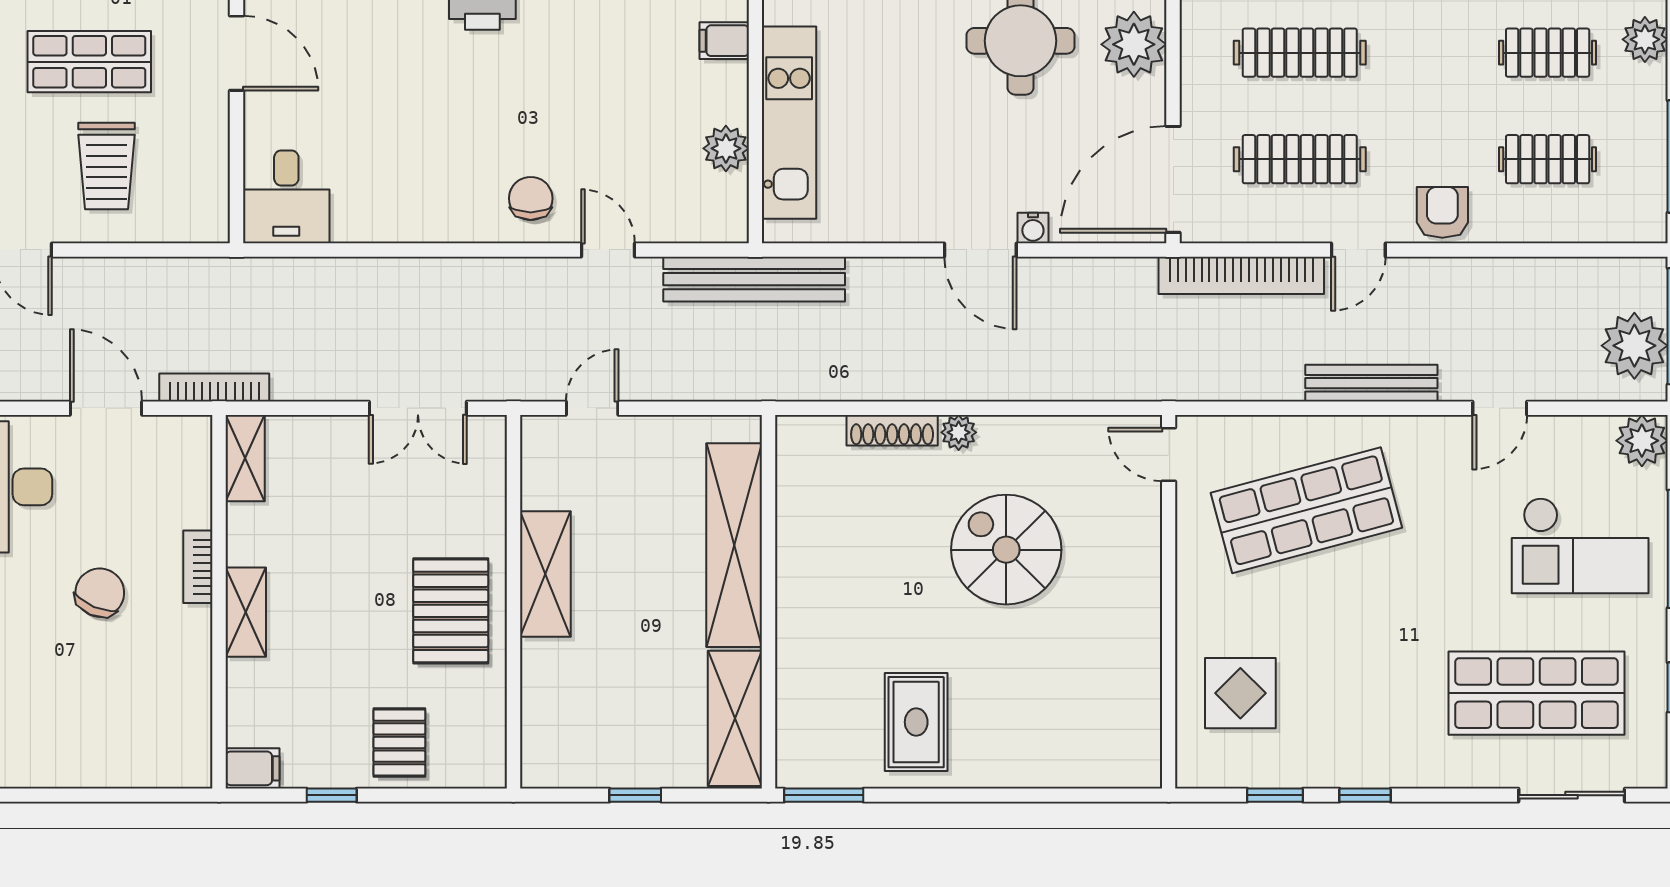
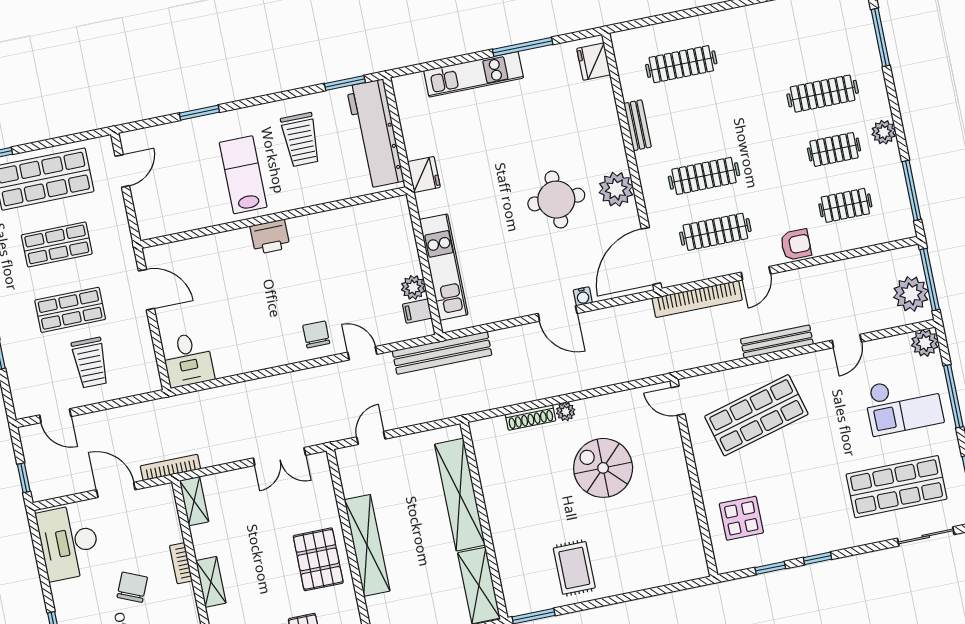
filing cabinet: (724, 41) -> (417, 311), moved
armchair: (1442, 212) -> (796, 245), turned 90
shelving: (545, 574) -> (367, 545), width x1.47

